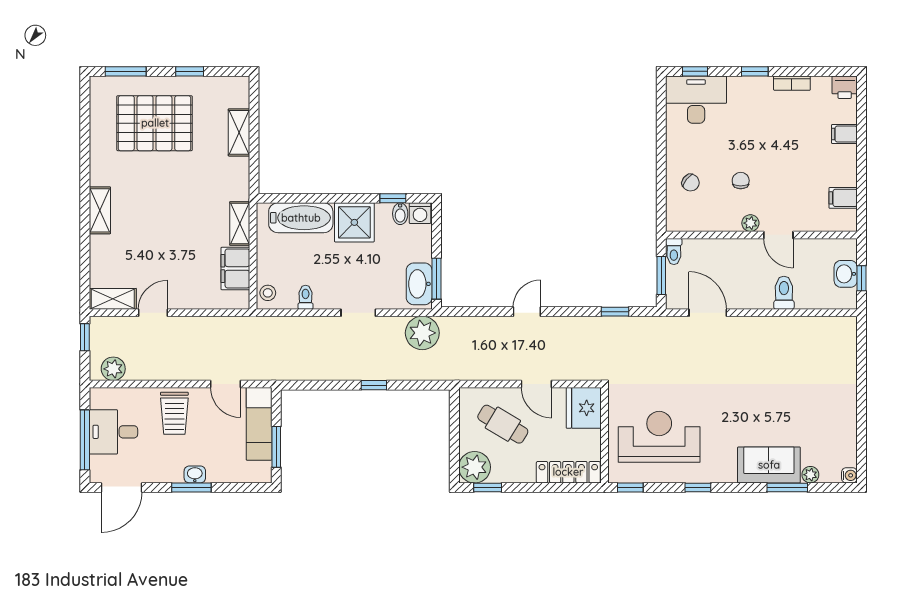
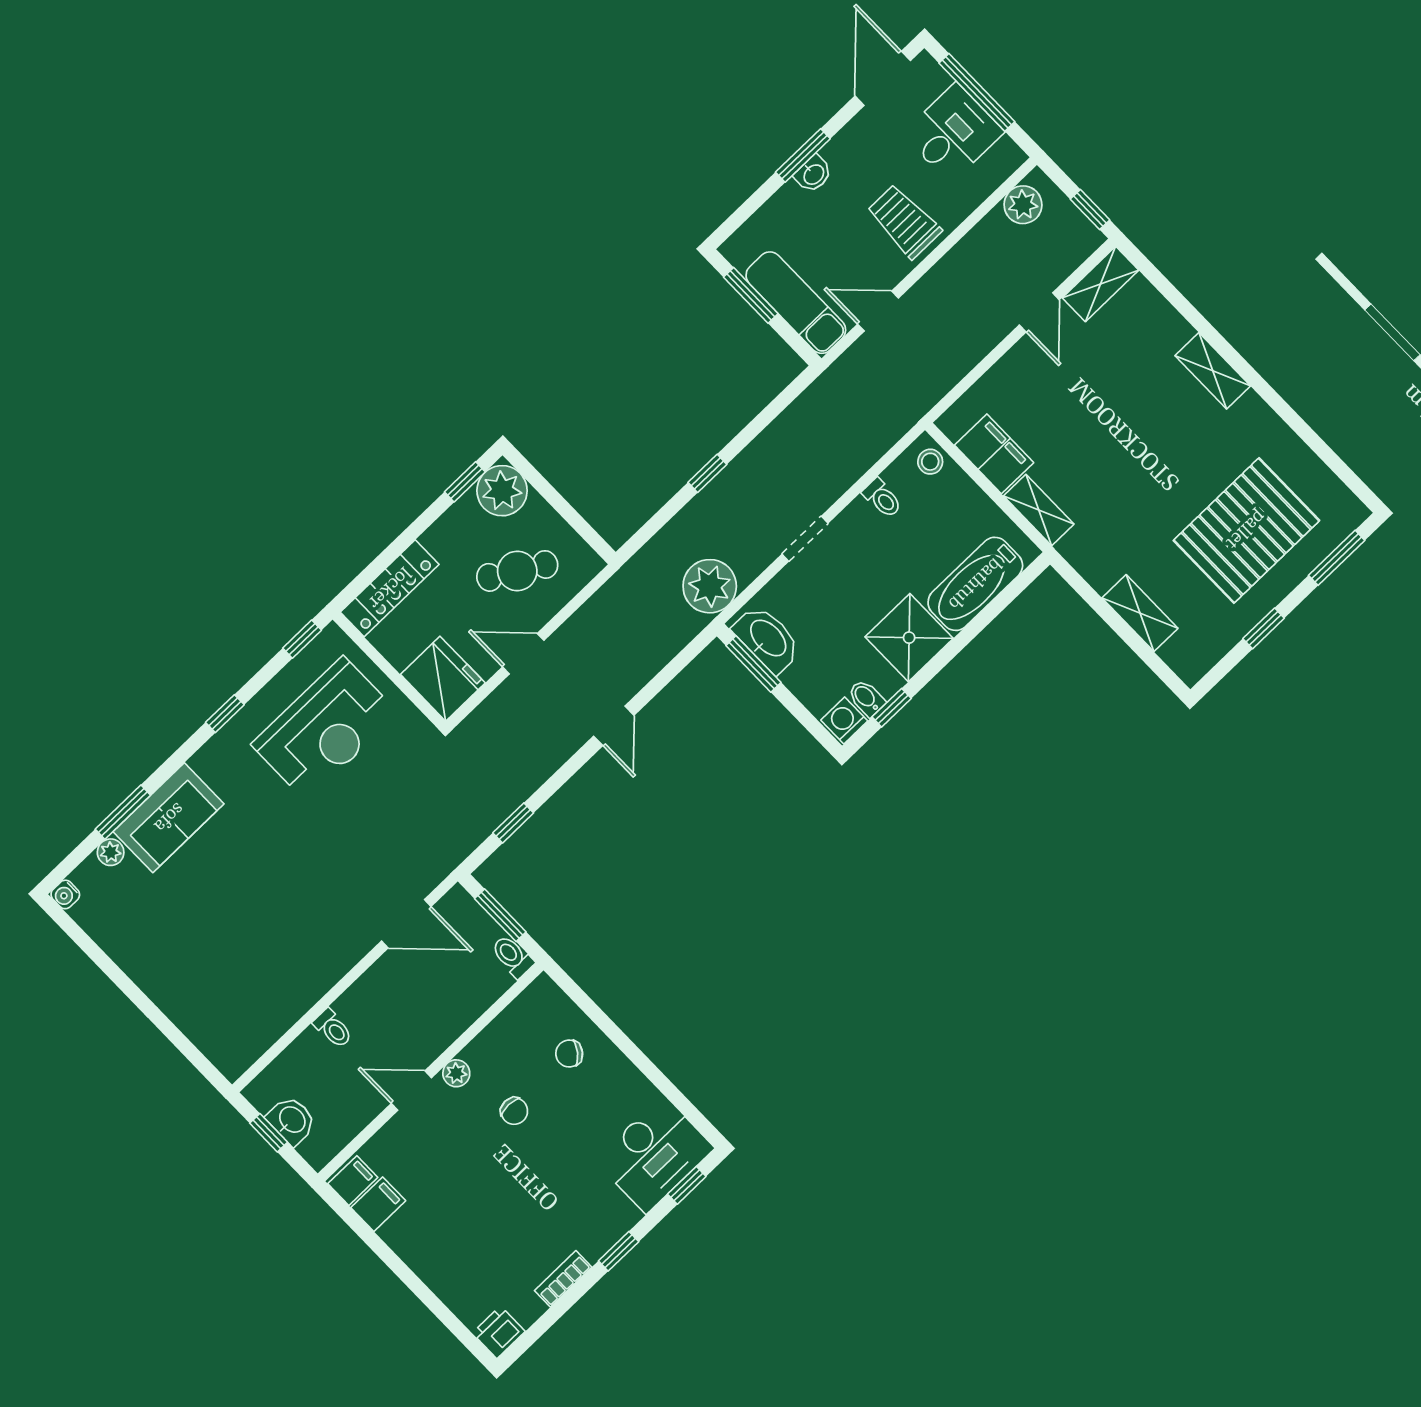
filing cabinet: (844, 134) -> (353, 1181), moved
toilet: (784, 293) -> (333, 1028), width x0.73, depth x0.72

